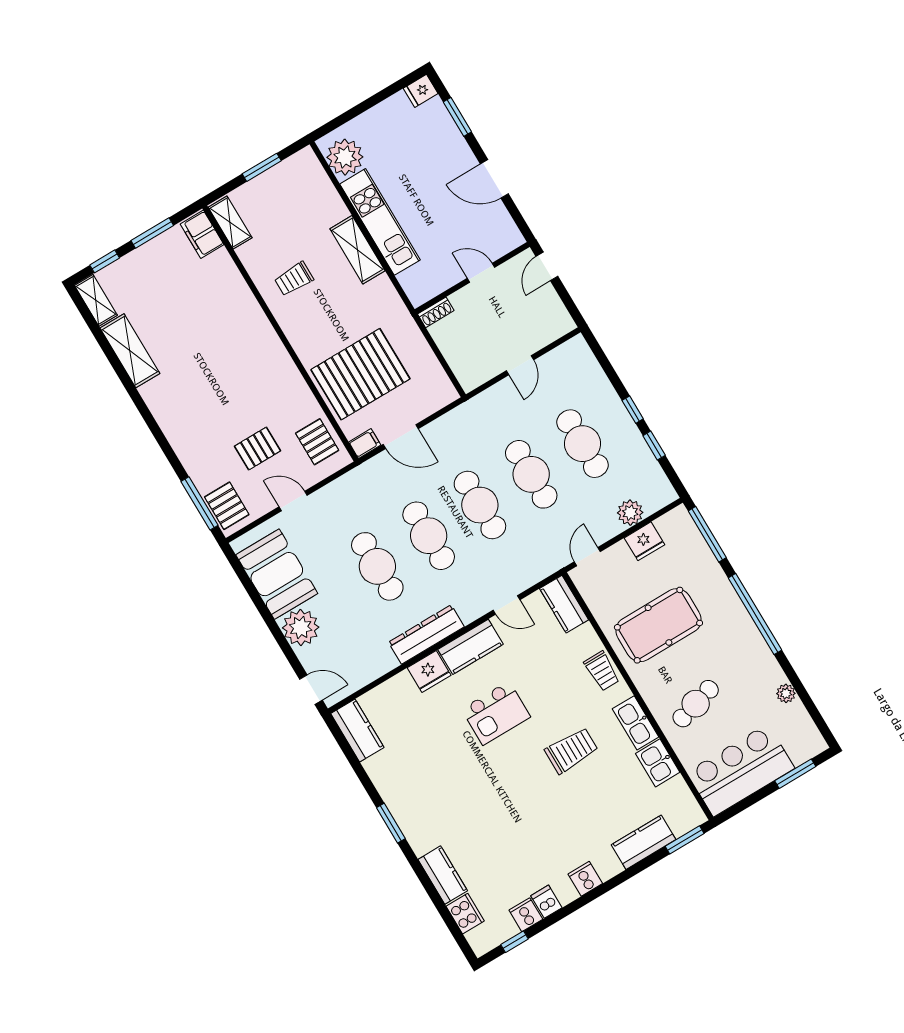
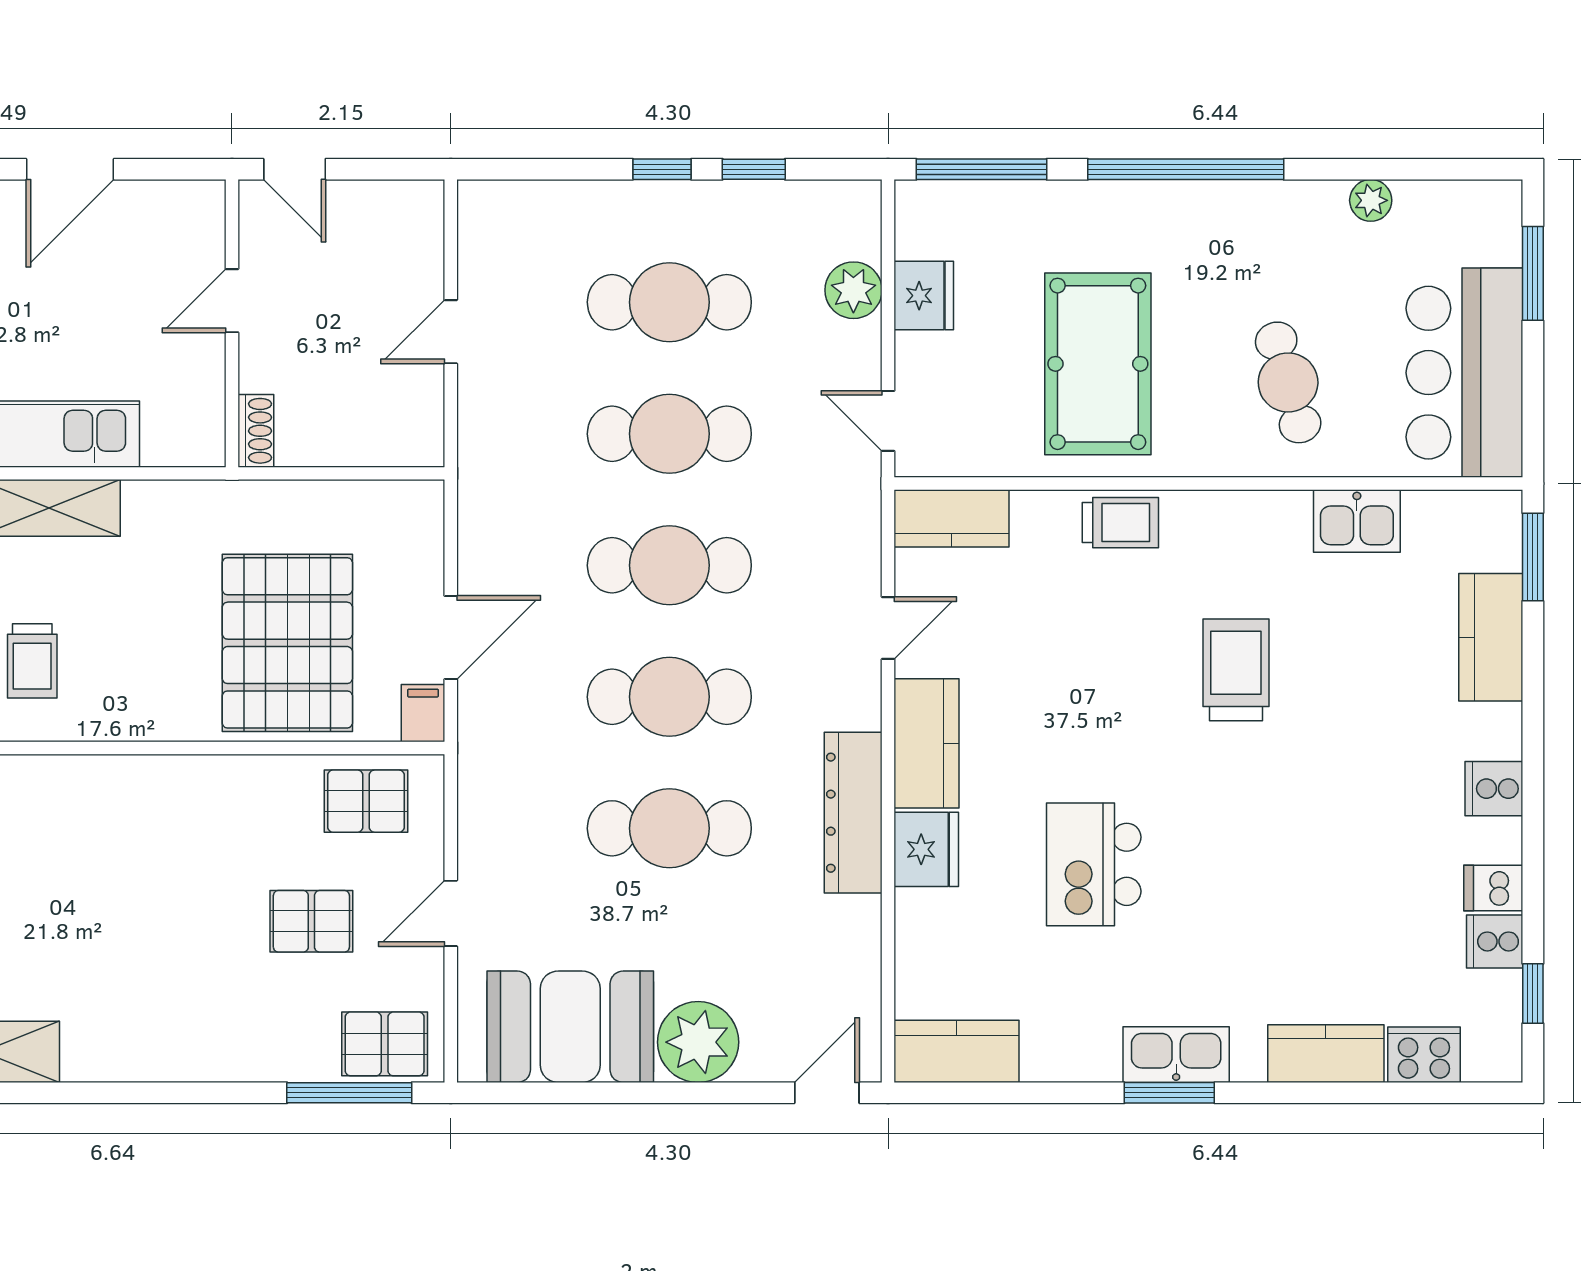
door: (520, 365) -> (451, 332), swing flipped
pallet: (258, 449) -> (311, 921), turned 90
kitchen island: (496, 713) -> (1094, 864), moved, turned 180
kitchen sink: (636, 723) -> (1176, 1055), moved, turned 180

